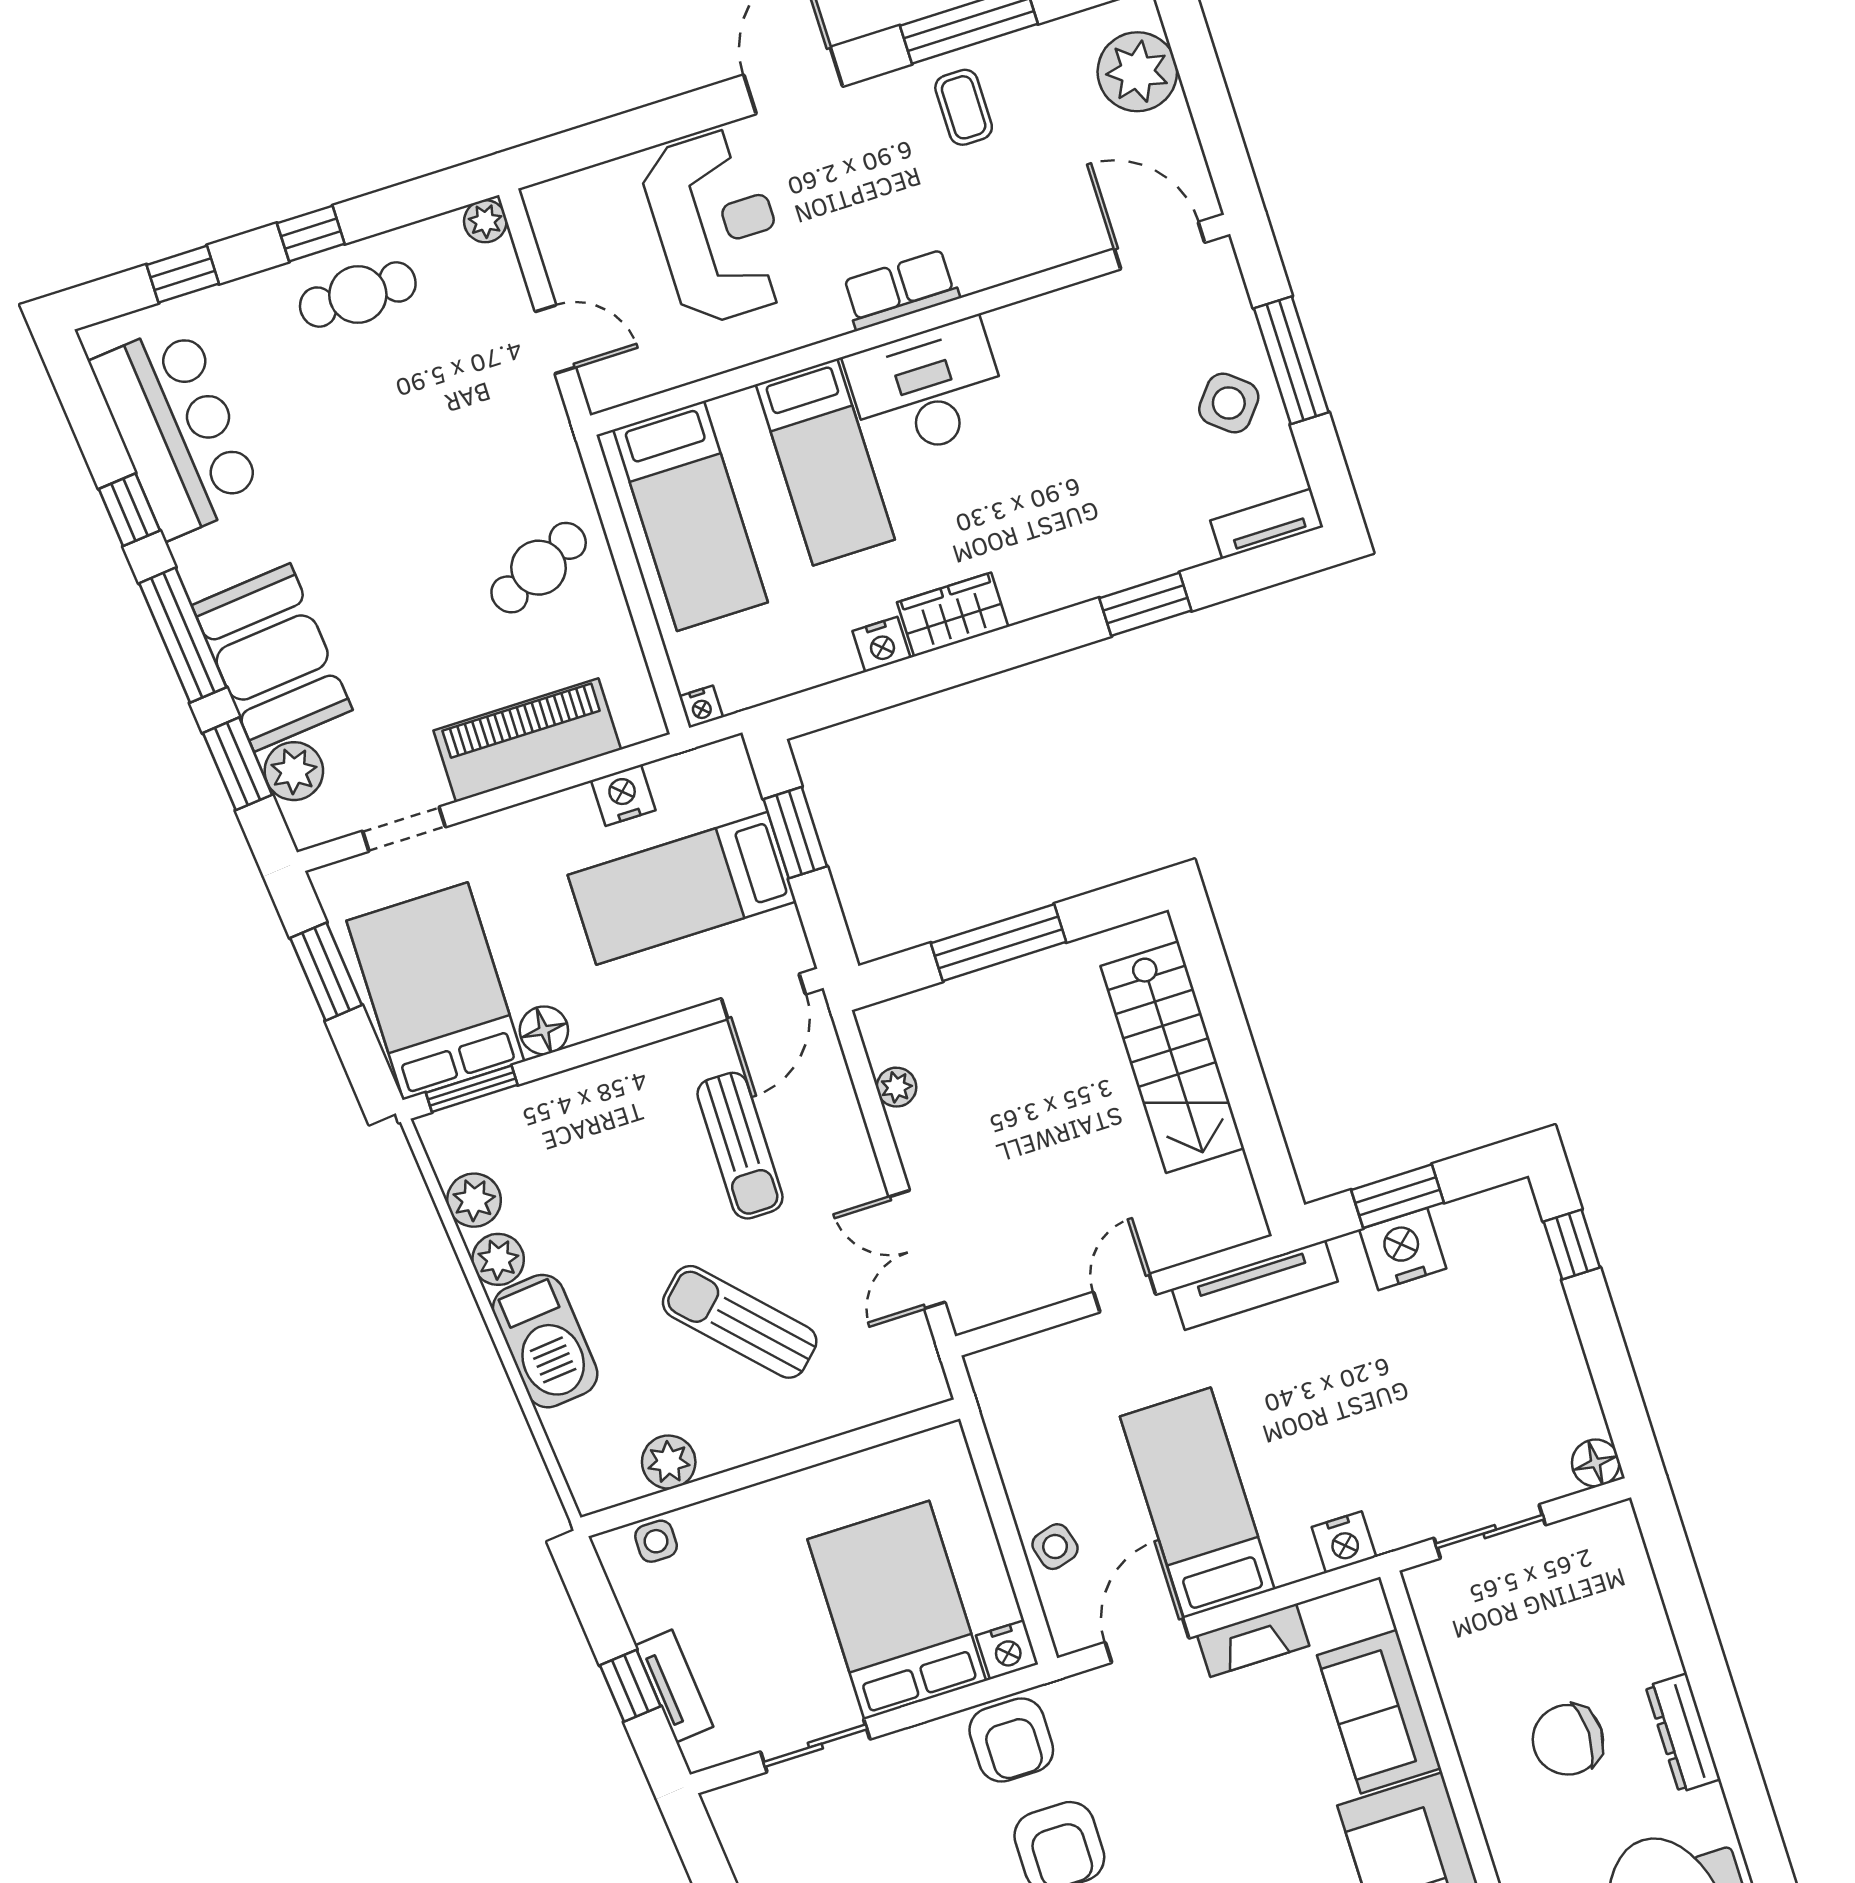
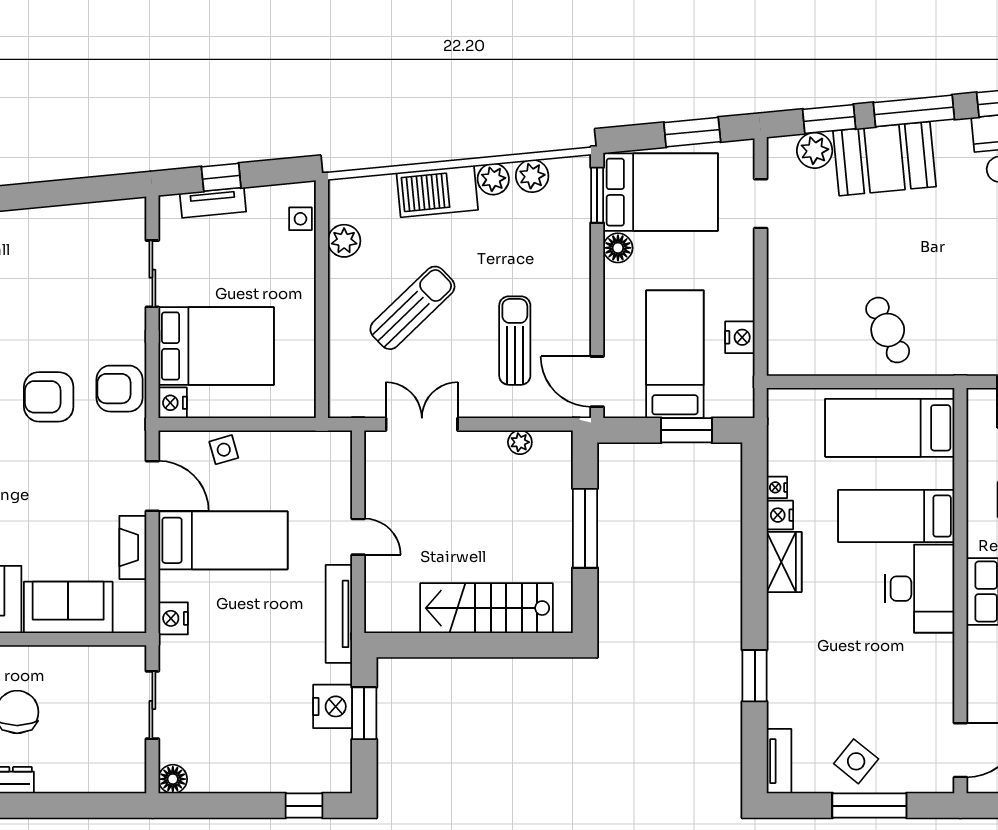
nightstand: (701, 707) -> (777, 487), moved
piano: (527, 740) -> (790, 292), removed
sun lounger: (740, 1146) -> (515, 341), turned 90

